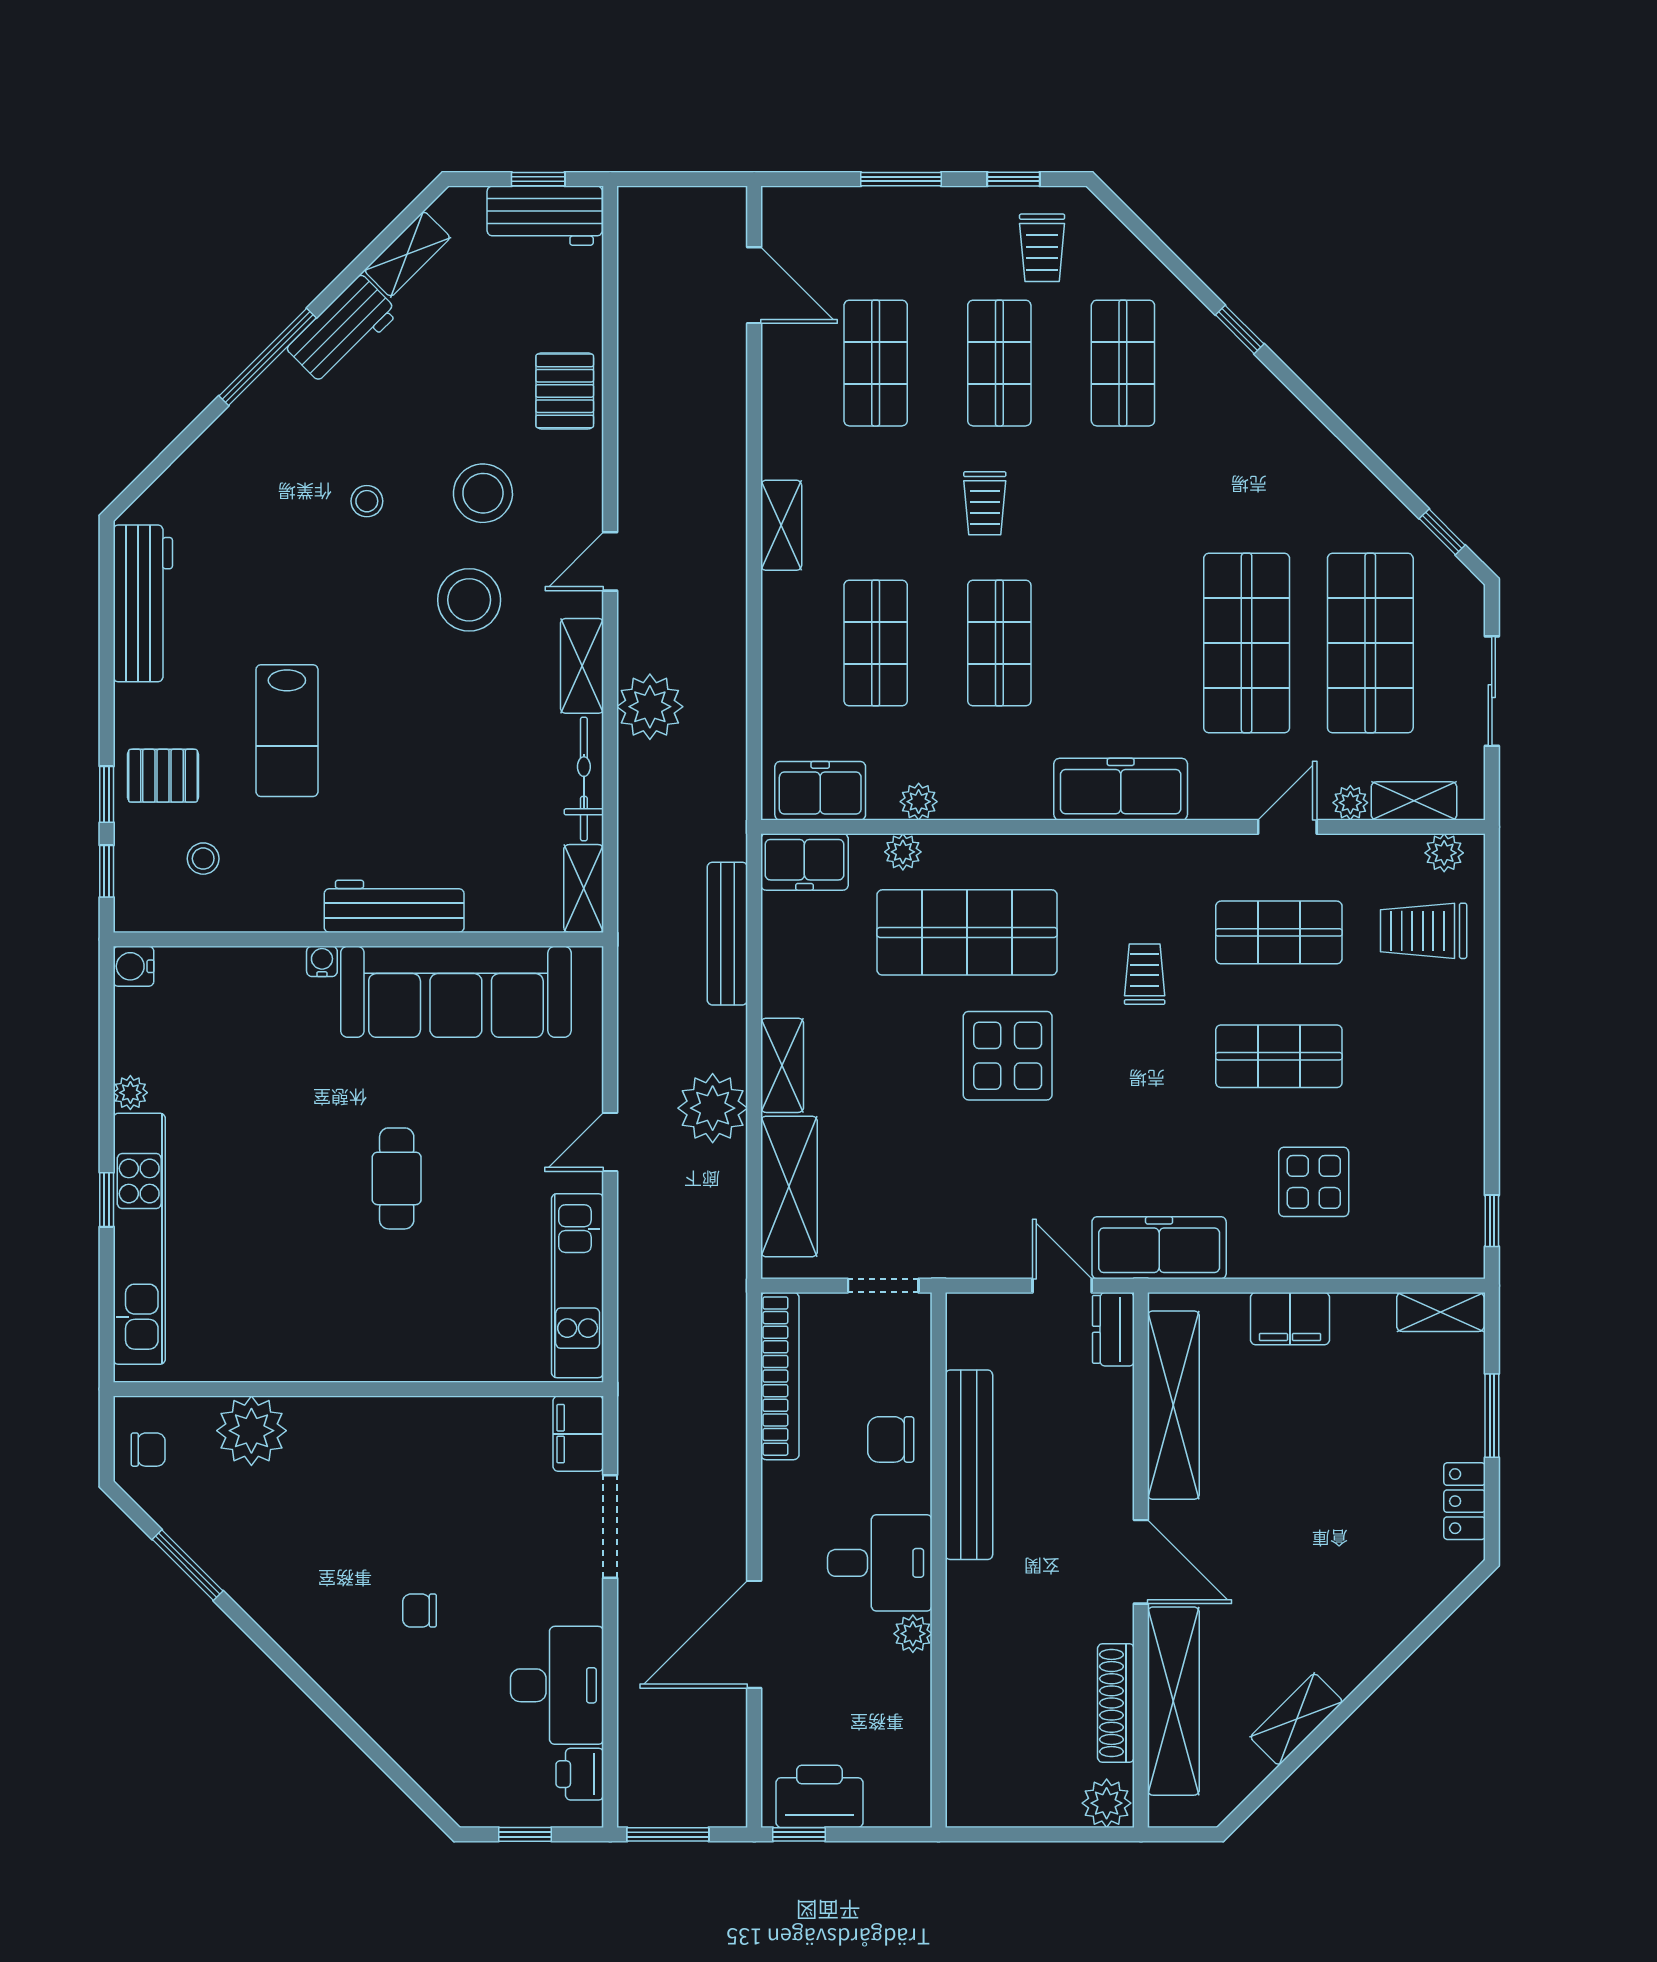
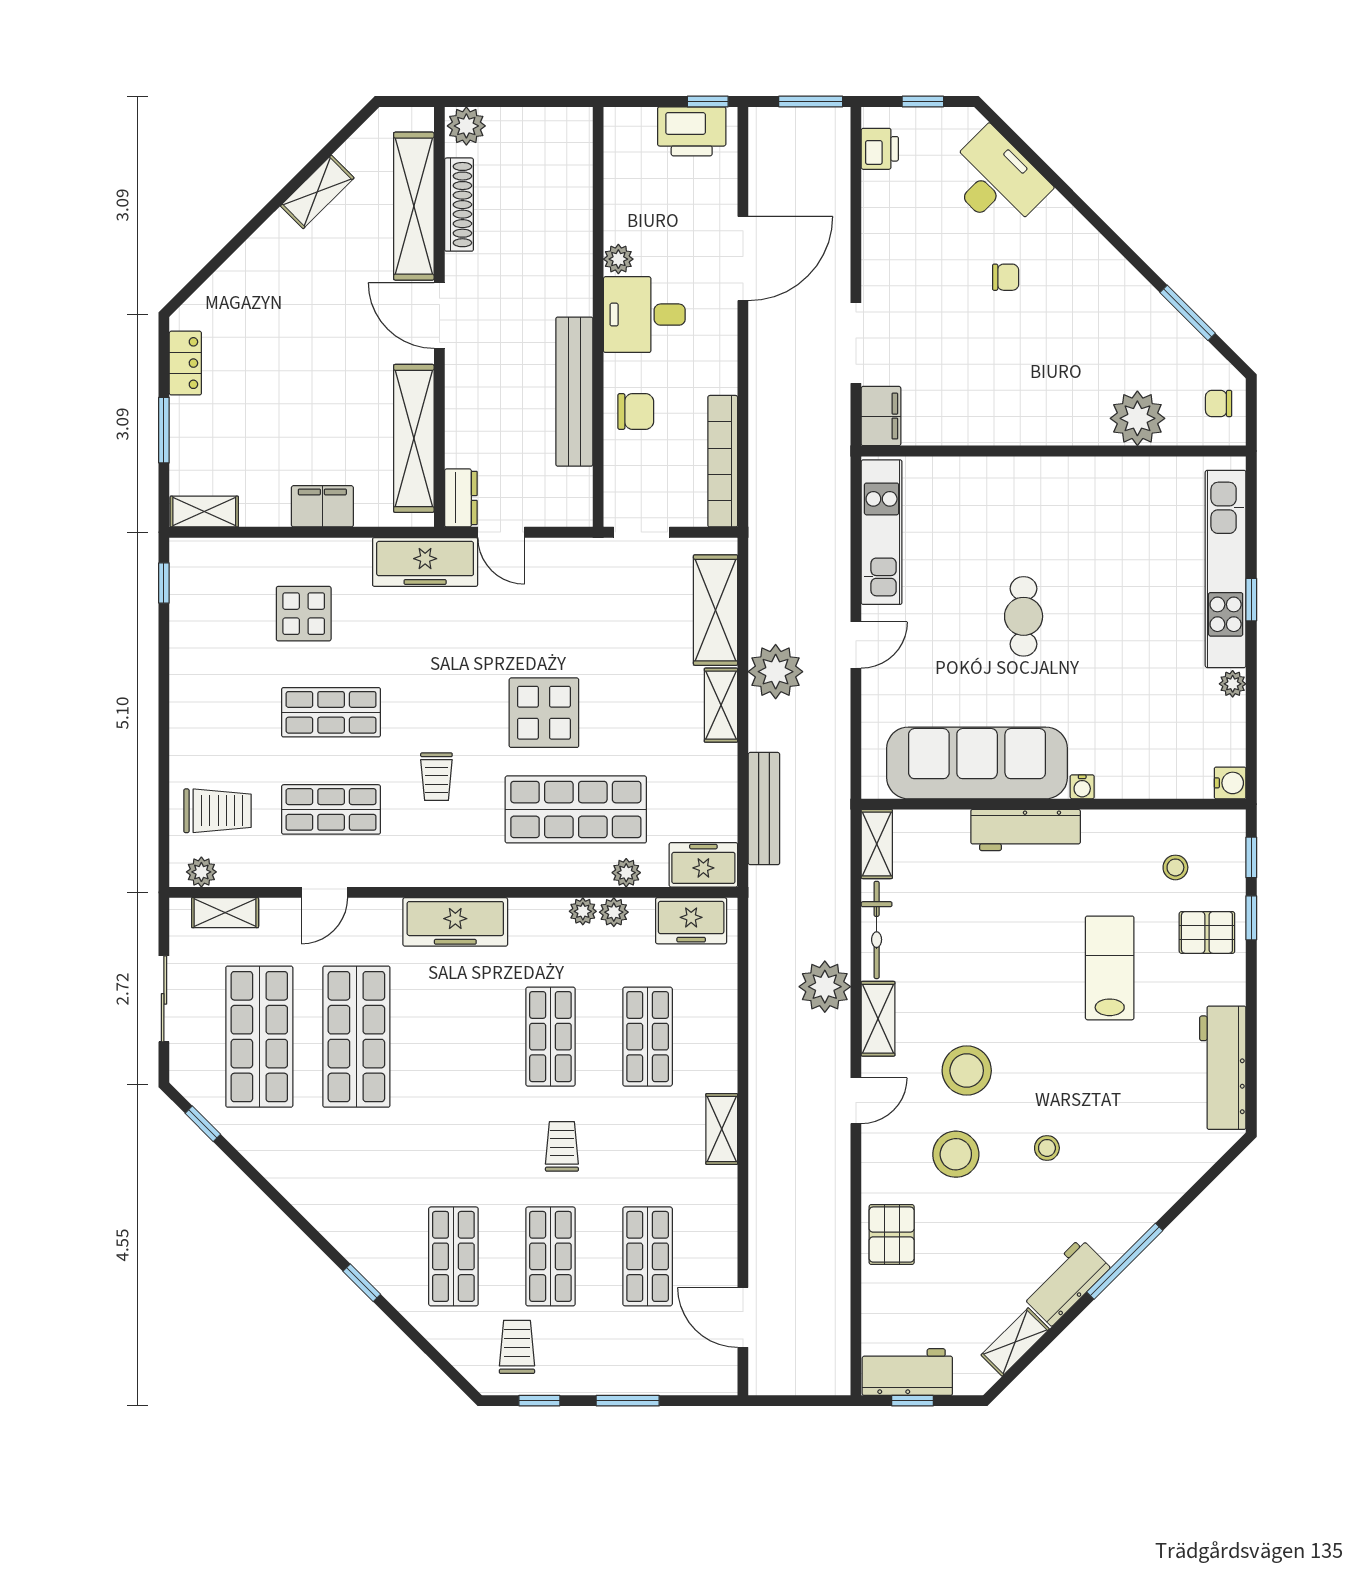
plant: (1350, 803) -> (583, 911), moved
desk: (557, 1685) -> (996, 181), moved, turned 135

